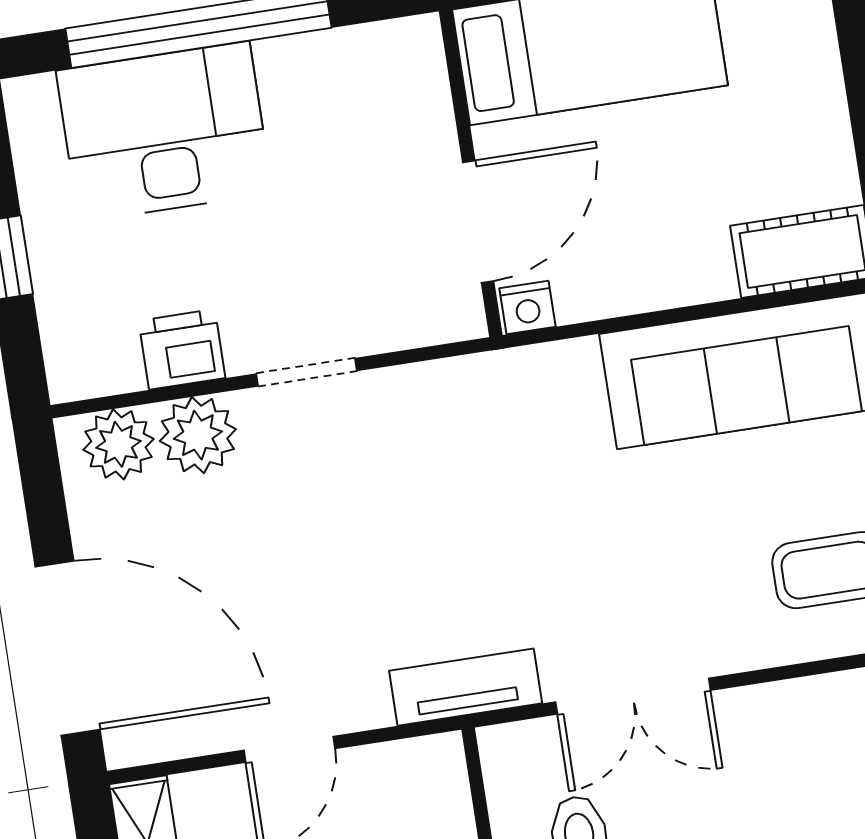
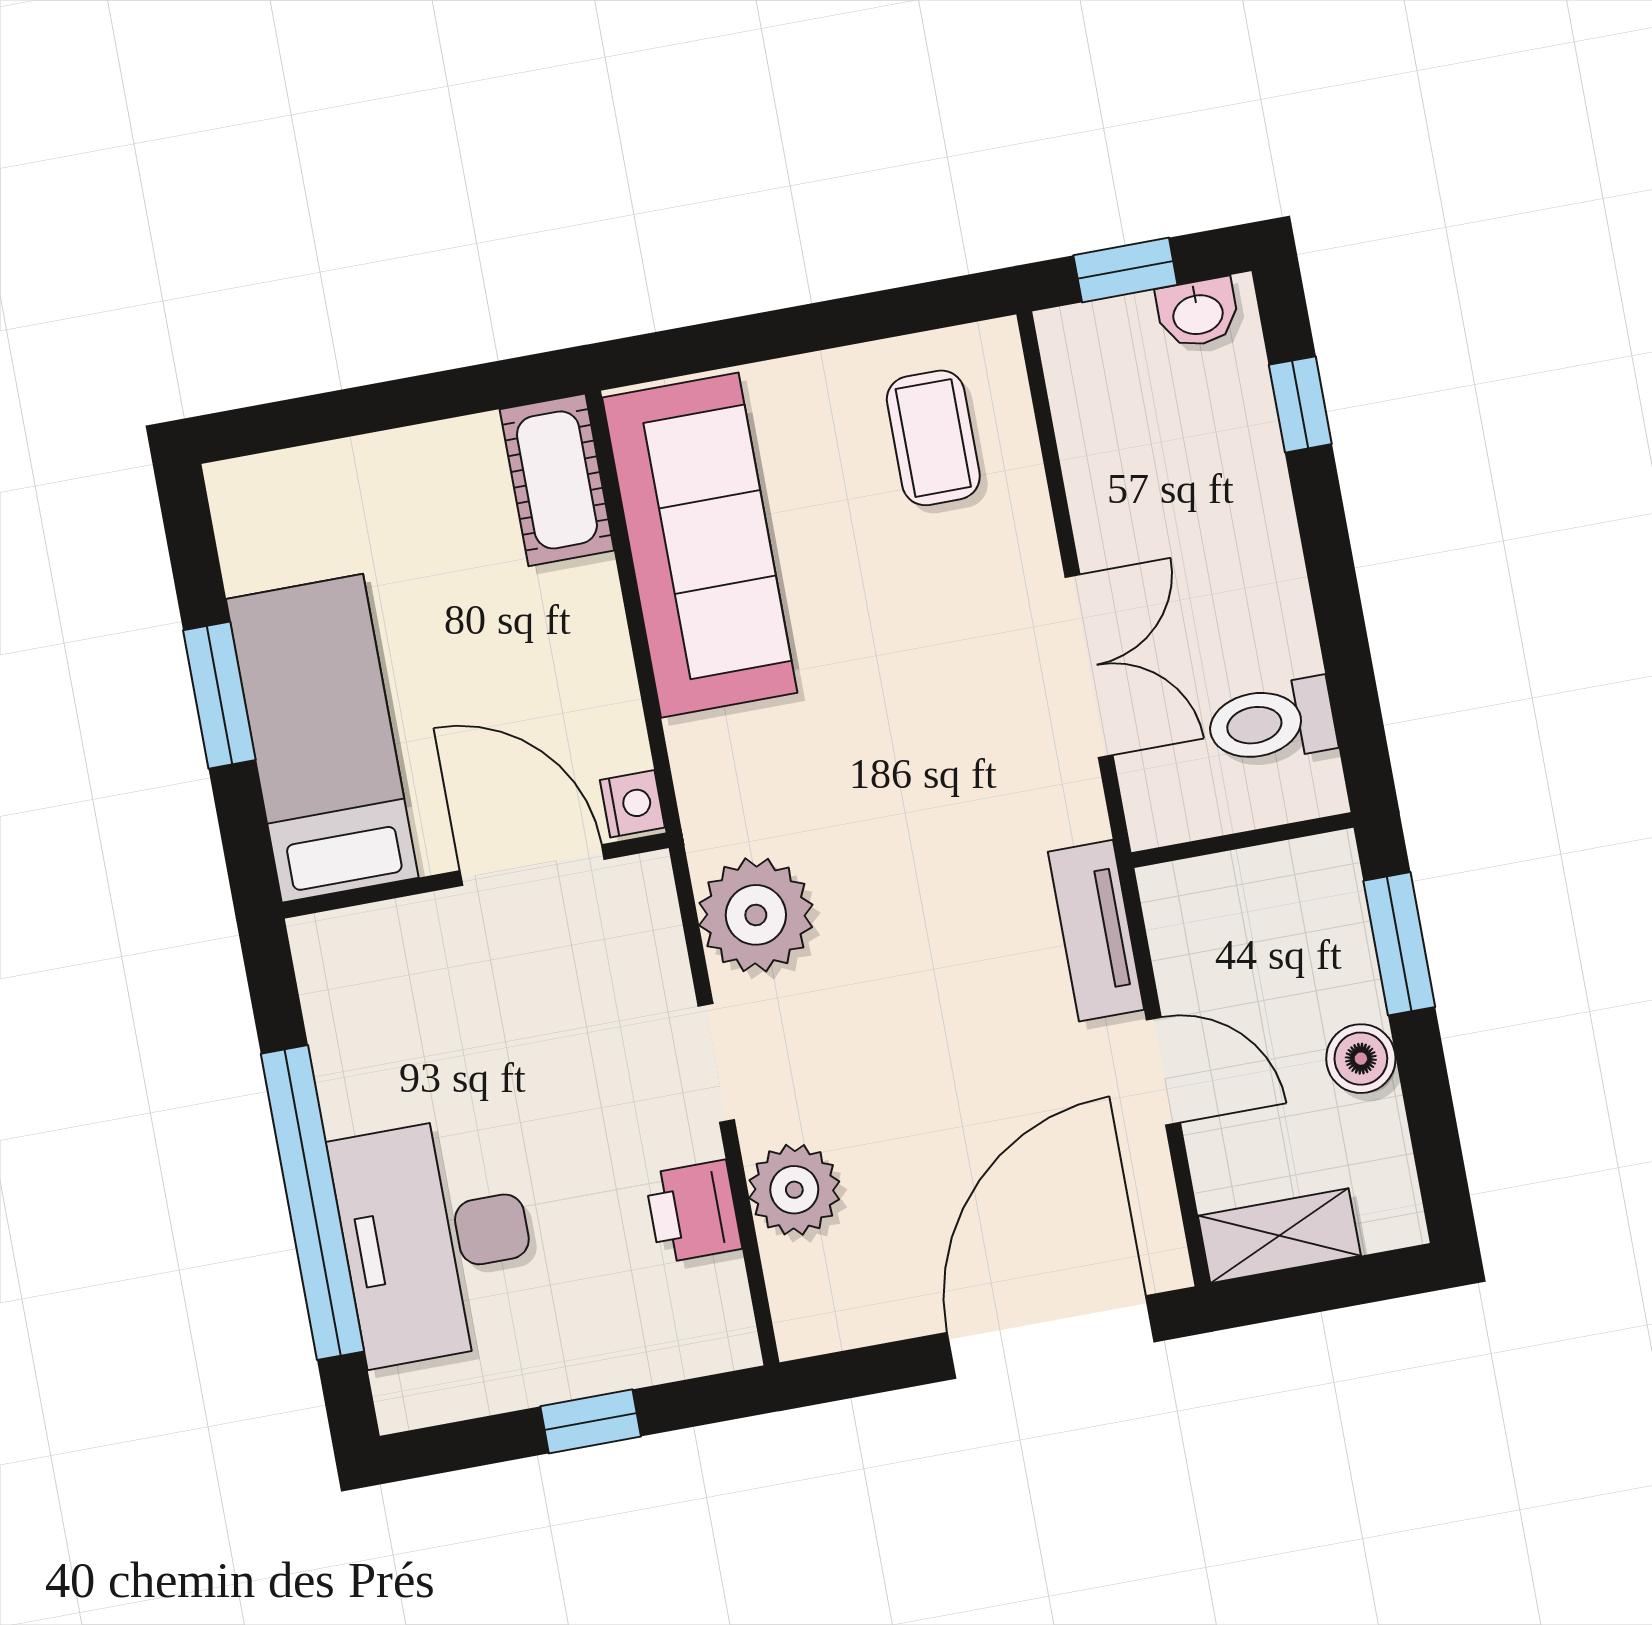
plant: (118, 444) -> (756, 915), moved, width x1.36, depth x1.36
tv unit: (466, 687) -> (1096, 931), moved

